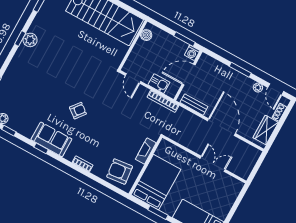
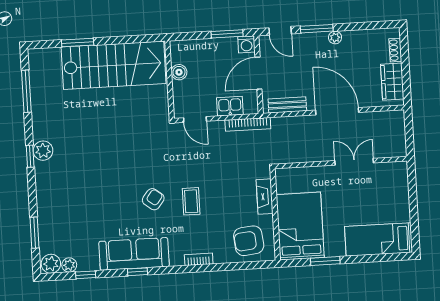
boiler: (146, 35) -> (179, 72), moved
plant: (258, 88) -> (335, 38), moved
door: (276, 89) -> (280, 31), moved
coffee table: (100, 126) -> (191, 201), added
sofa: (51, 139) -> (134, 254), width x1.36

